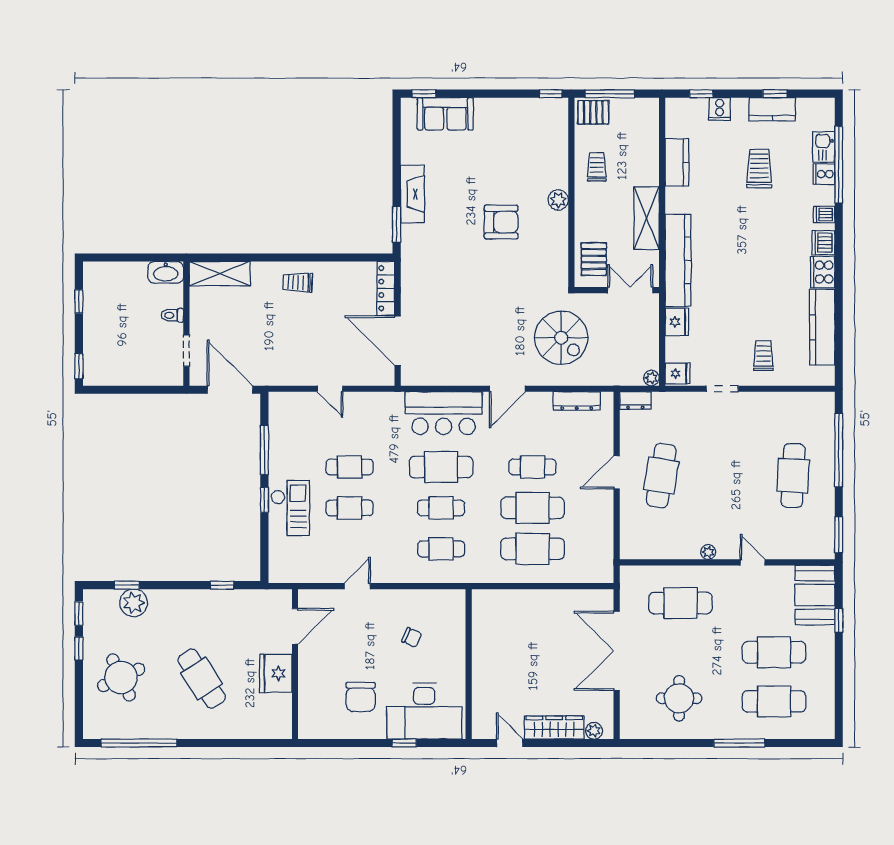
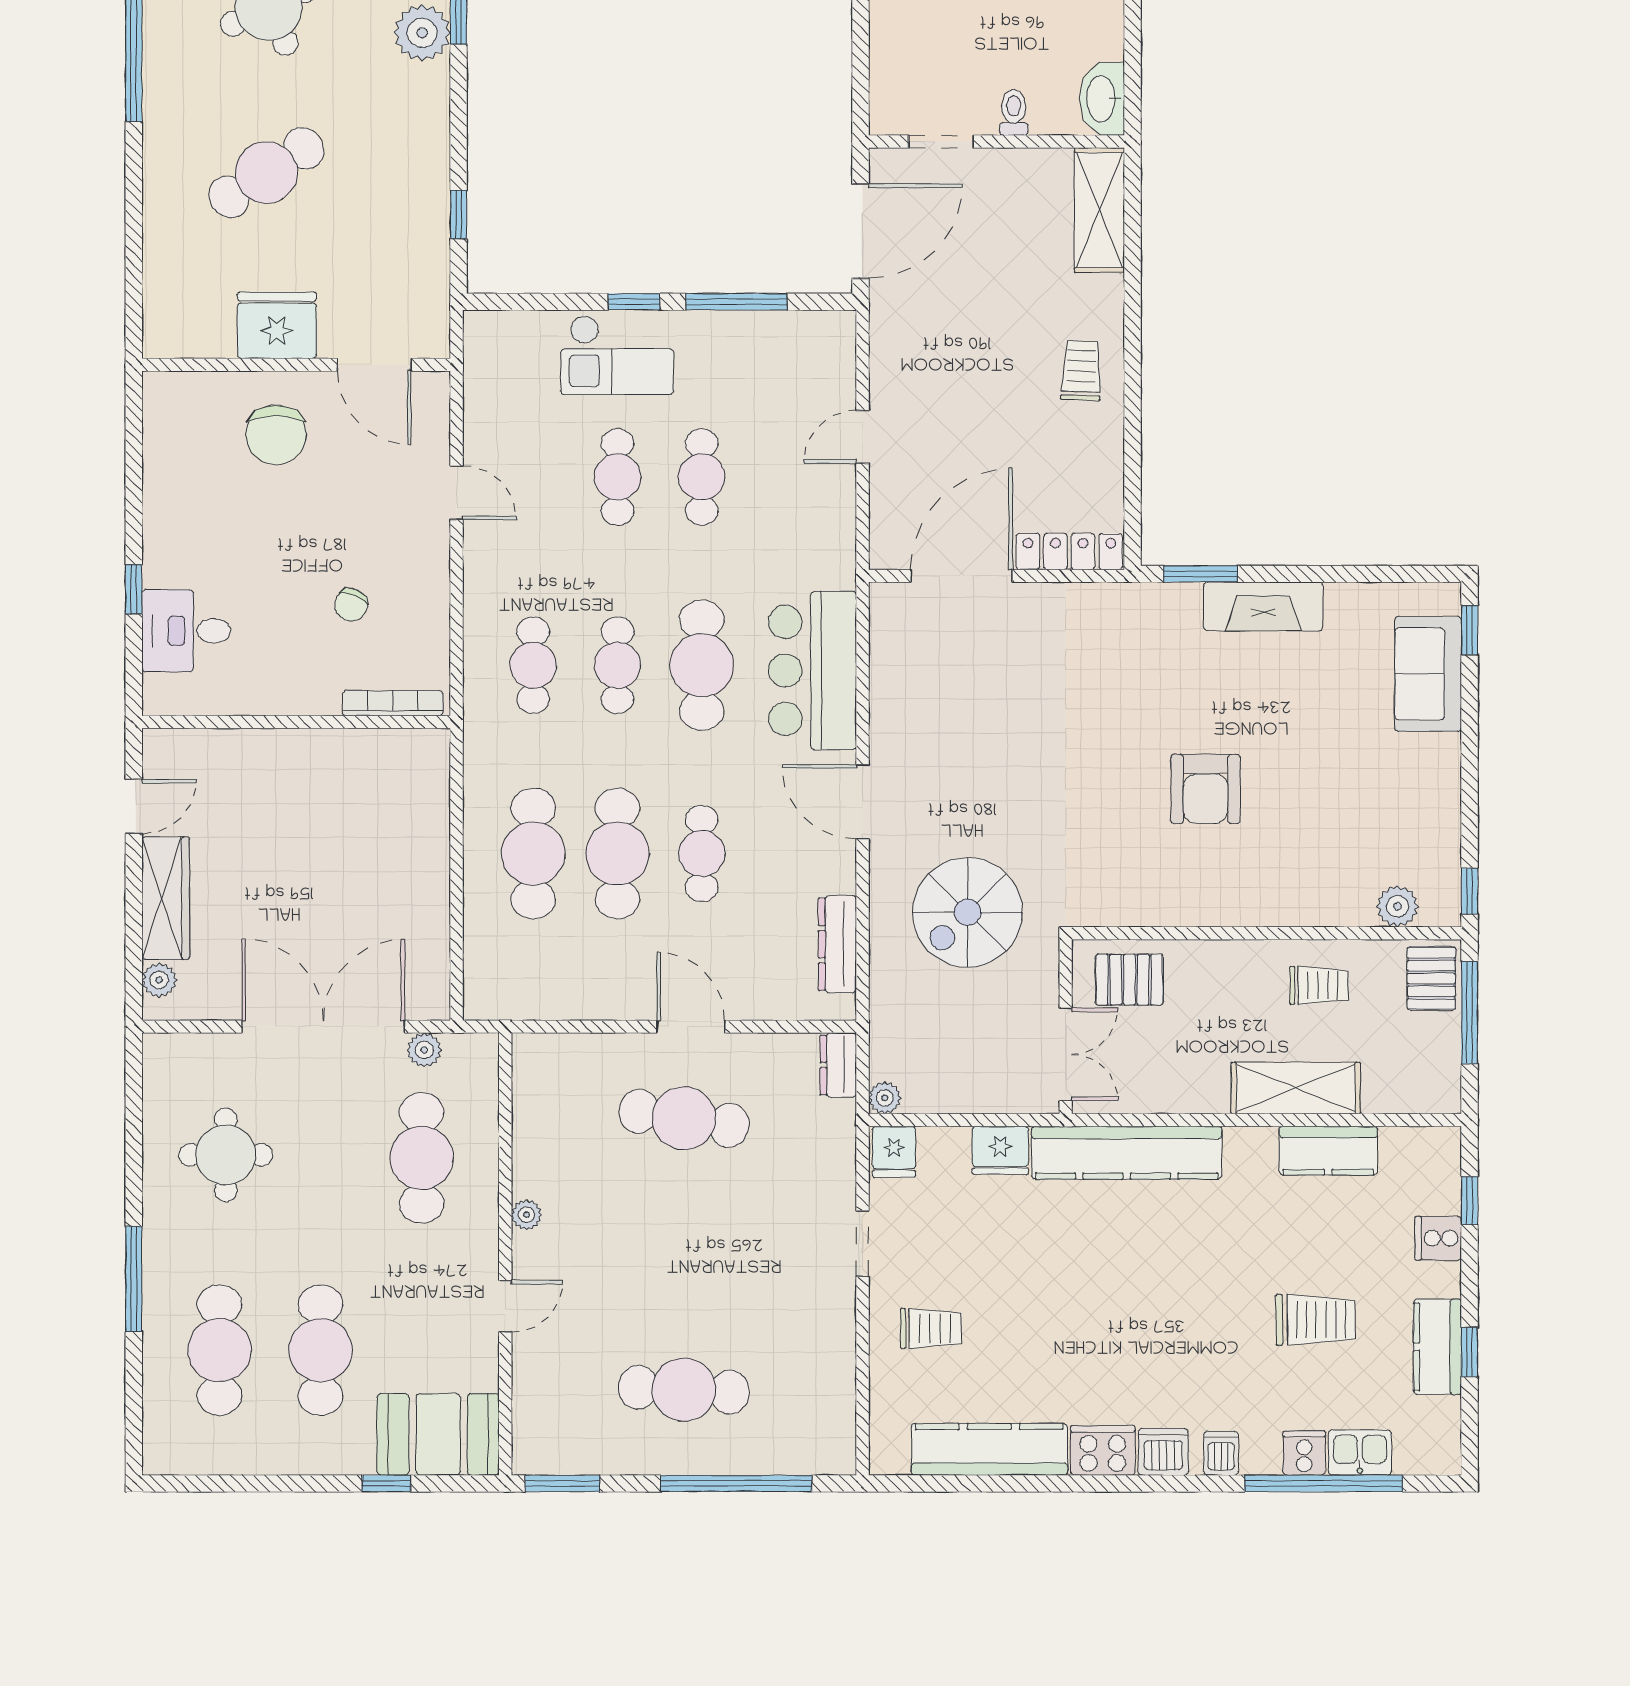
plant: (558, 200) -> (1397, 906), moved
shelving: (647, 218) -> (1296, 1088), moved
plant: (628, 602) -> (424, 1050), added
bookcase: (459, 617) -> (393, 703), added
chair: (361, 697) -> (276, 435), moved, turned -90
desk: (424, 711) -> (186, 631), width x0.53, depth x0.77

